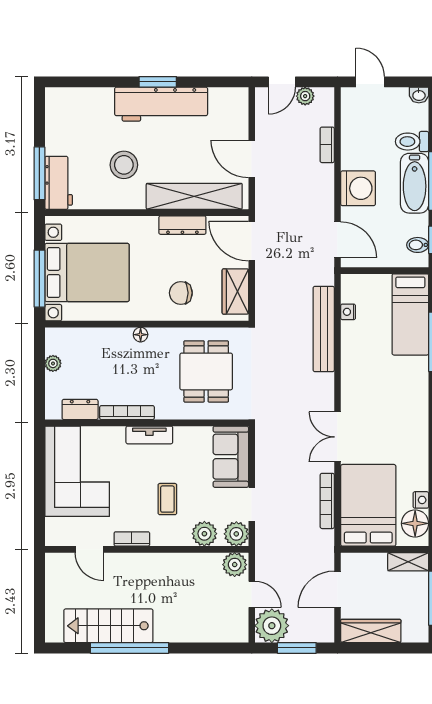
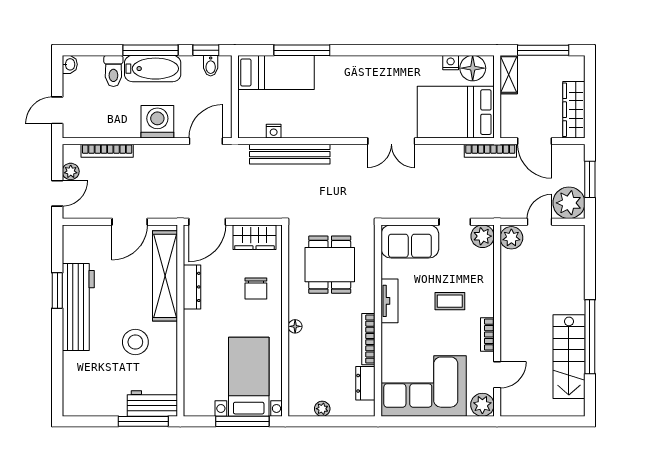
window: (158, 82) -> (57, 291), moved
door: (282, 82) -> (57, 193), hinge flipped
bookcase: (327, 145) -> (107, 151), width x1.56
bed with nightstands: (87, 272) -> (249, 377), width x0.73
dining table: (206, 371) -> (330, 265), turned 90
tv unit: (149, 435) -> (389, 301), moved
bookcase: (327, 501) -> (490, 151), moved
plant: (204, 534) -> (482, 405), moved

